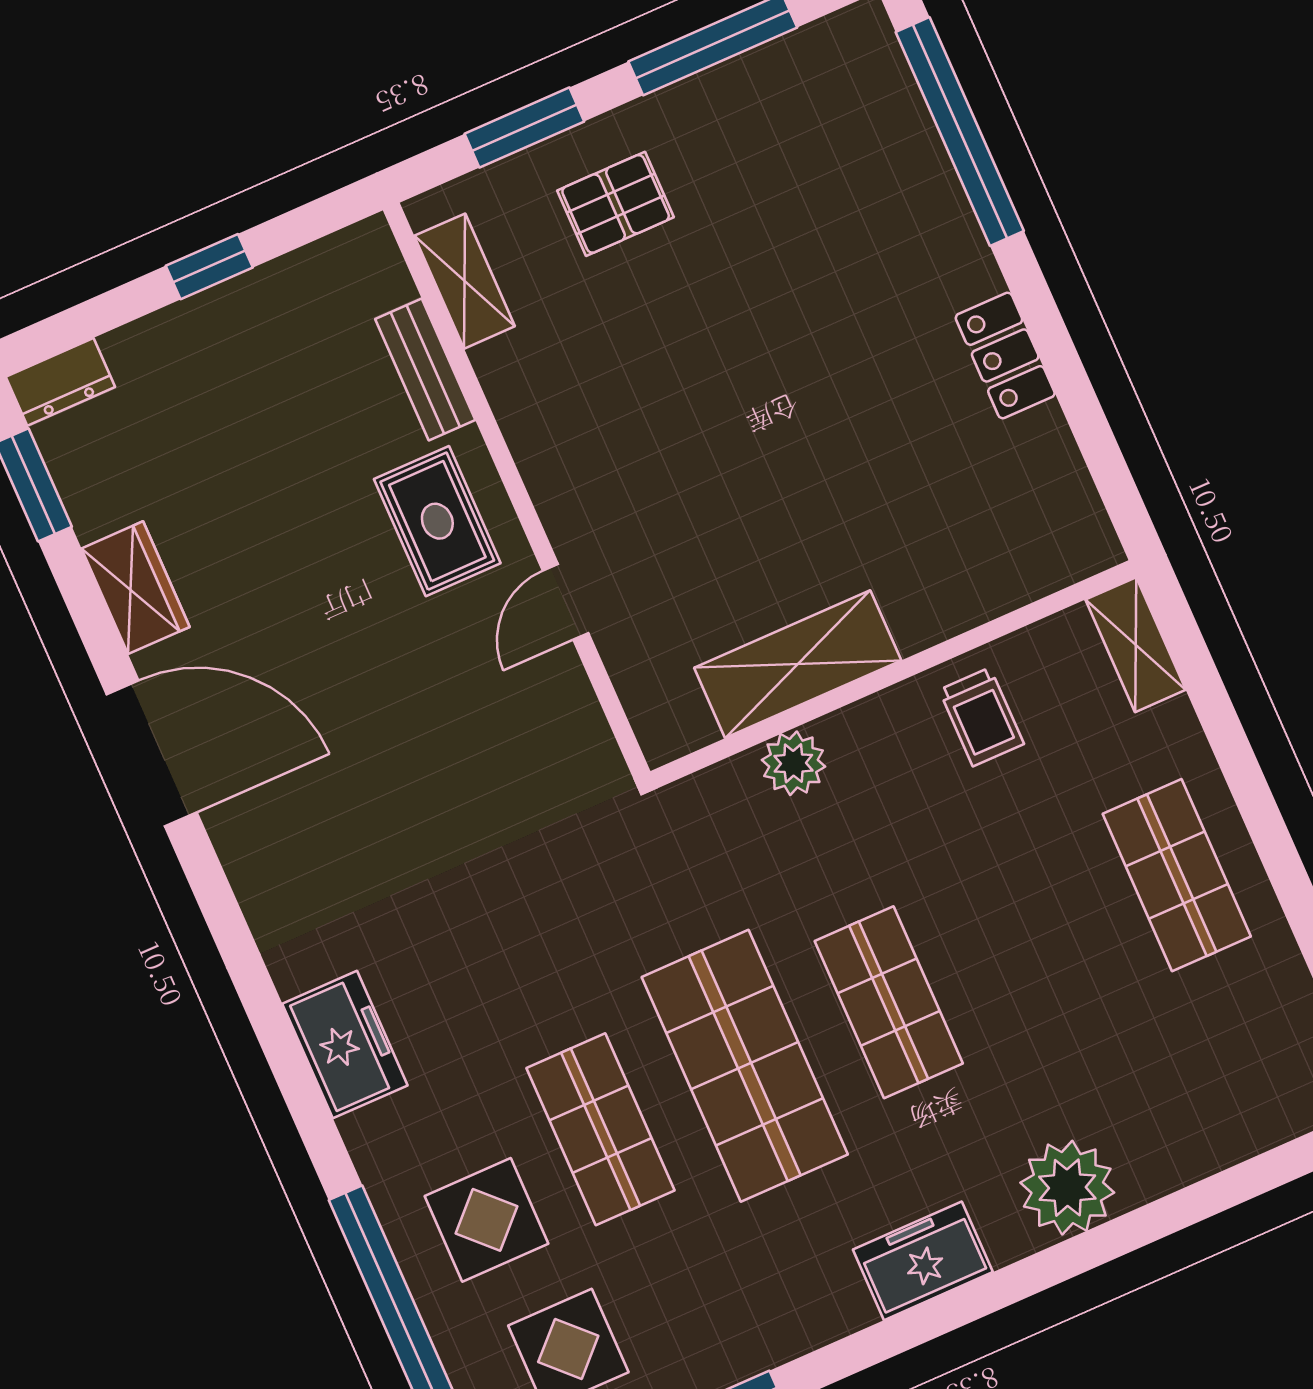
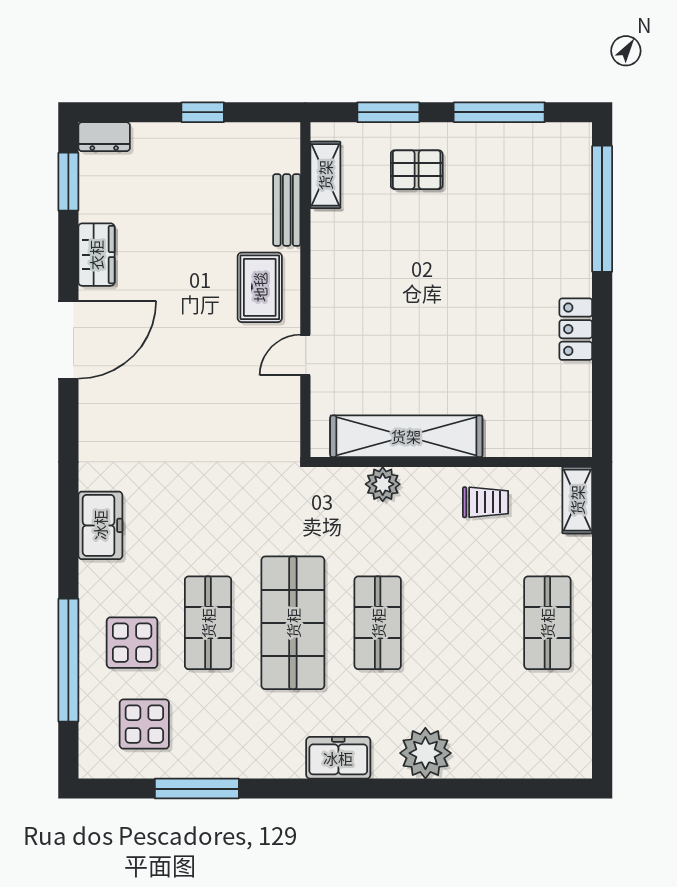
shelving: (798, 664) -> (406, 436), width x1.47
trolley: (981, 717) -> (486, 502), turned -90
door: (152, 753) -> (68, 340), hinge flipped

